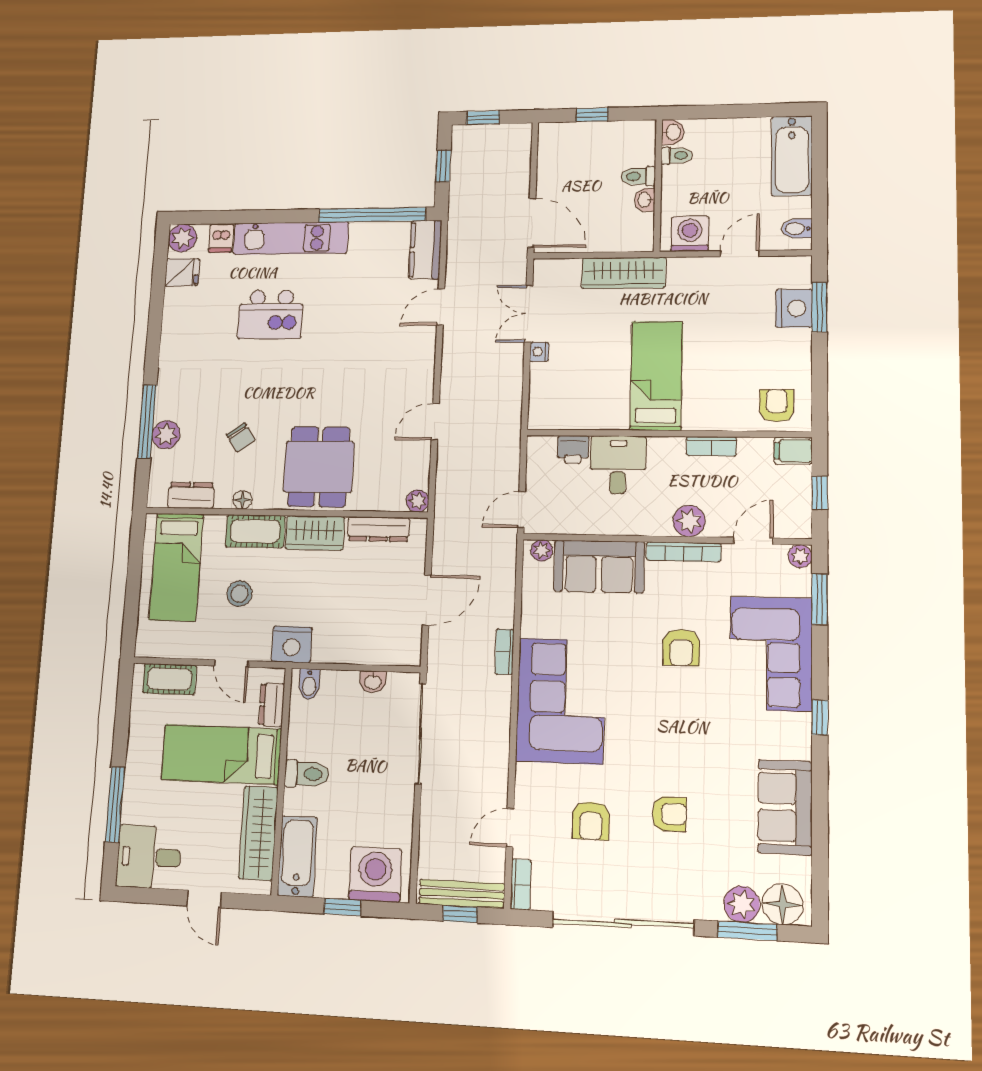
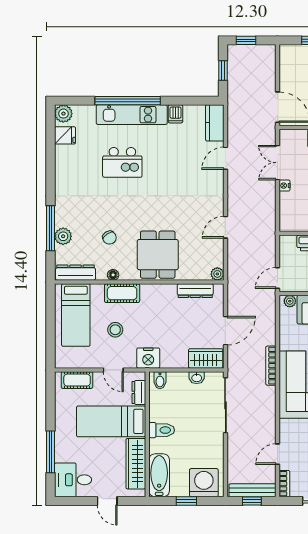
window: (372, 215) -> (128, 101), moved
dishwasher: (221, 238) -> (176, 114), moved
dresser: (191, 495) -> (76, 273), width x1.44
wardrobe: (315, 533) -> (206, 358), moved, turned 180
bookcase: (504, 652) -> (271, 366), width x1.56

